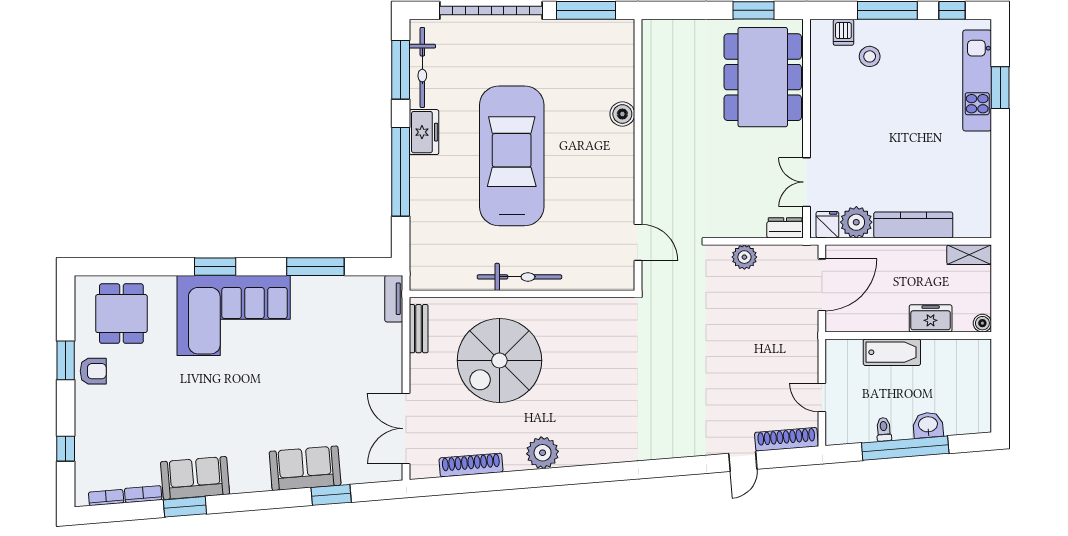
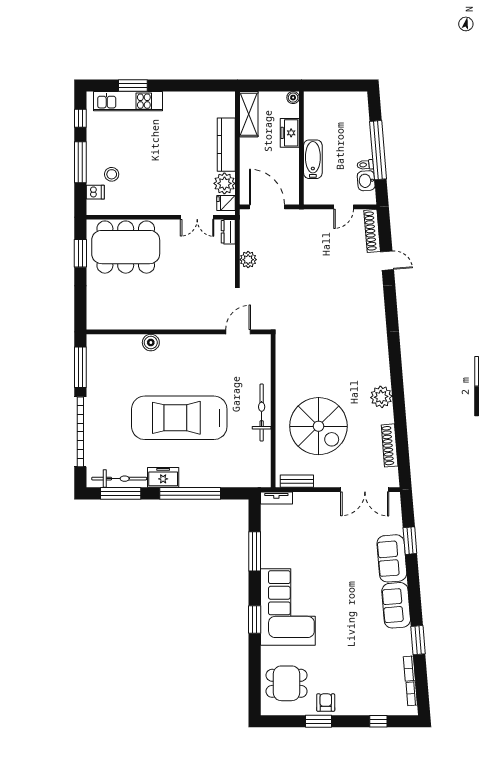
shelving: (969, 255) -> (249, 114), width x1.50, depth x1.33
washbasin: (928, 425) -> (366, 181), moved
sofa: (195, 478) -> (396, 605), moved

